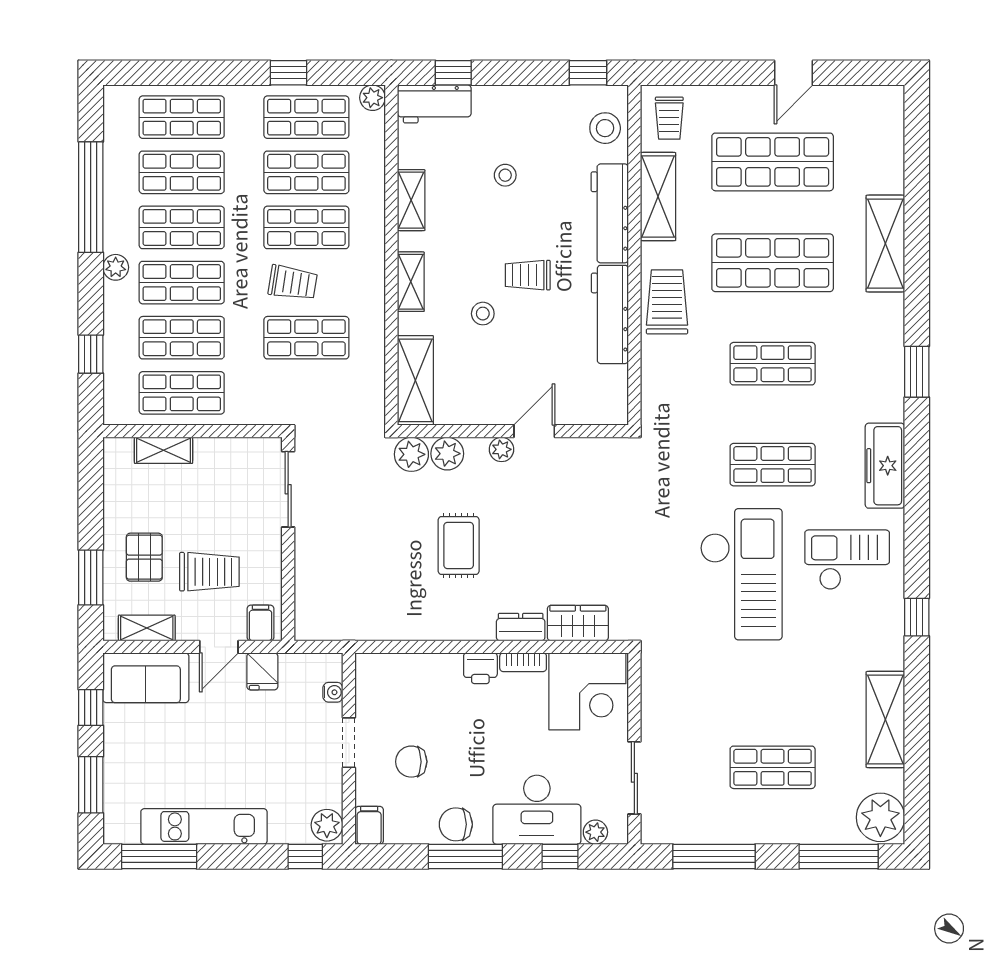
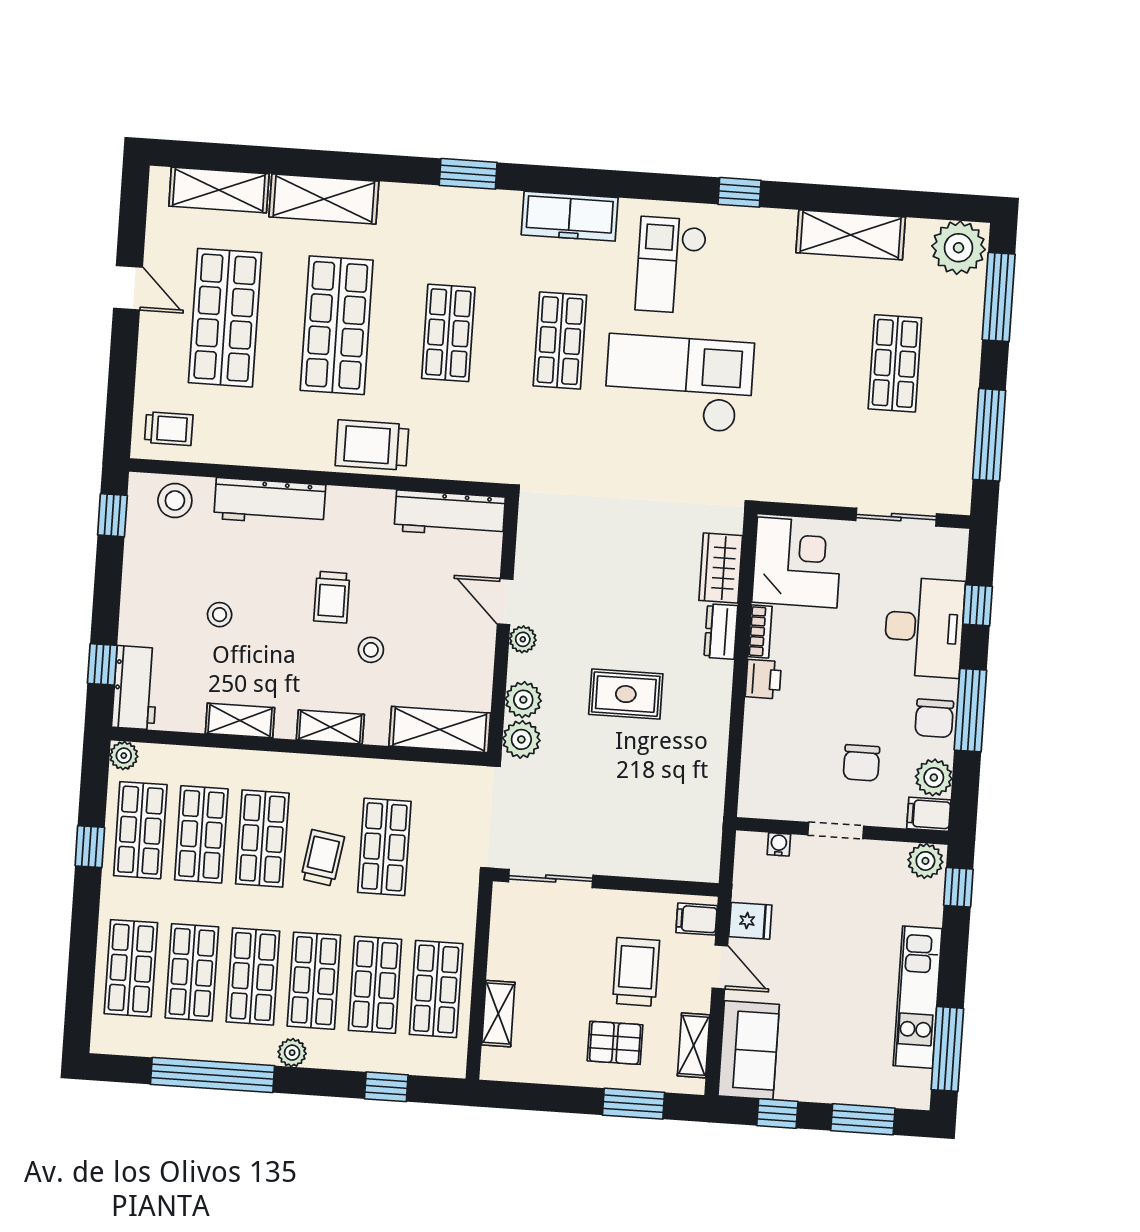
shelving: (658, 197) -> (219, 190), moved
workbench: (610, 314) -> (450, 514), moved
plant: (595, 832) -> (934, 778), moved, width x1.38, depth x1.38

